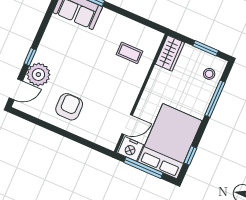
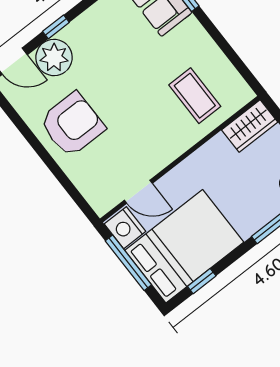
coffee table: (130, 53) -> (195, 96), width x1.36, depth x1.30
armchair: (69, 107) -> (72, 124), width x1.36, depth x1.36

